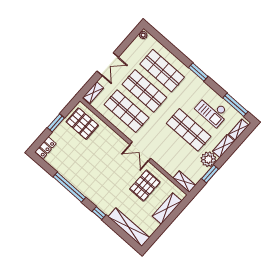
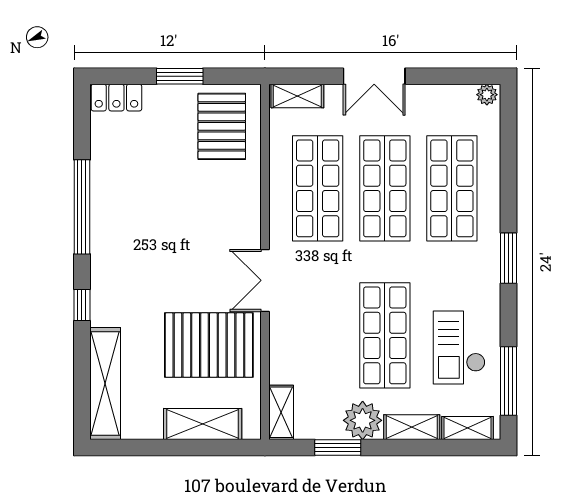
pallet: (145, 186) -> (209, 345), width x1.37, depth x1.41

